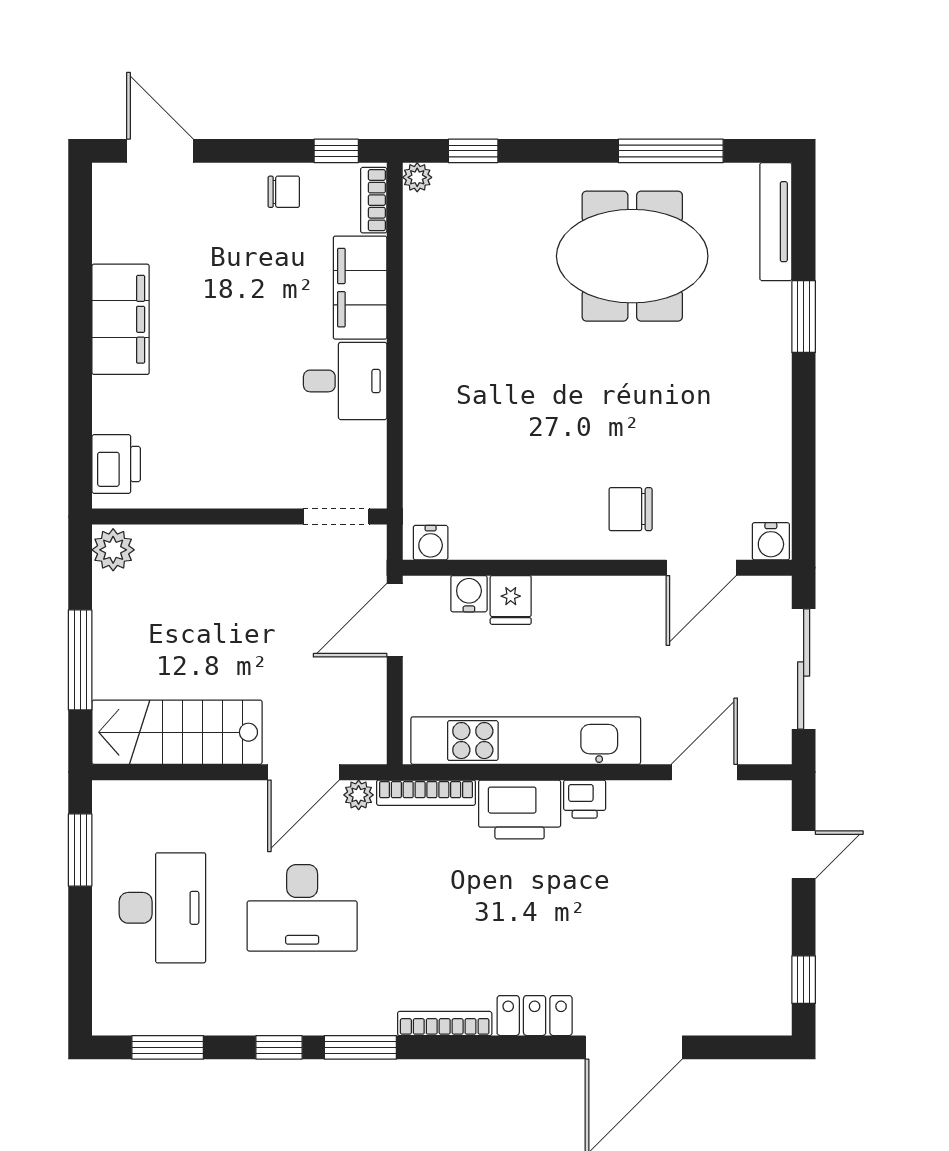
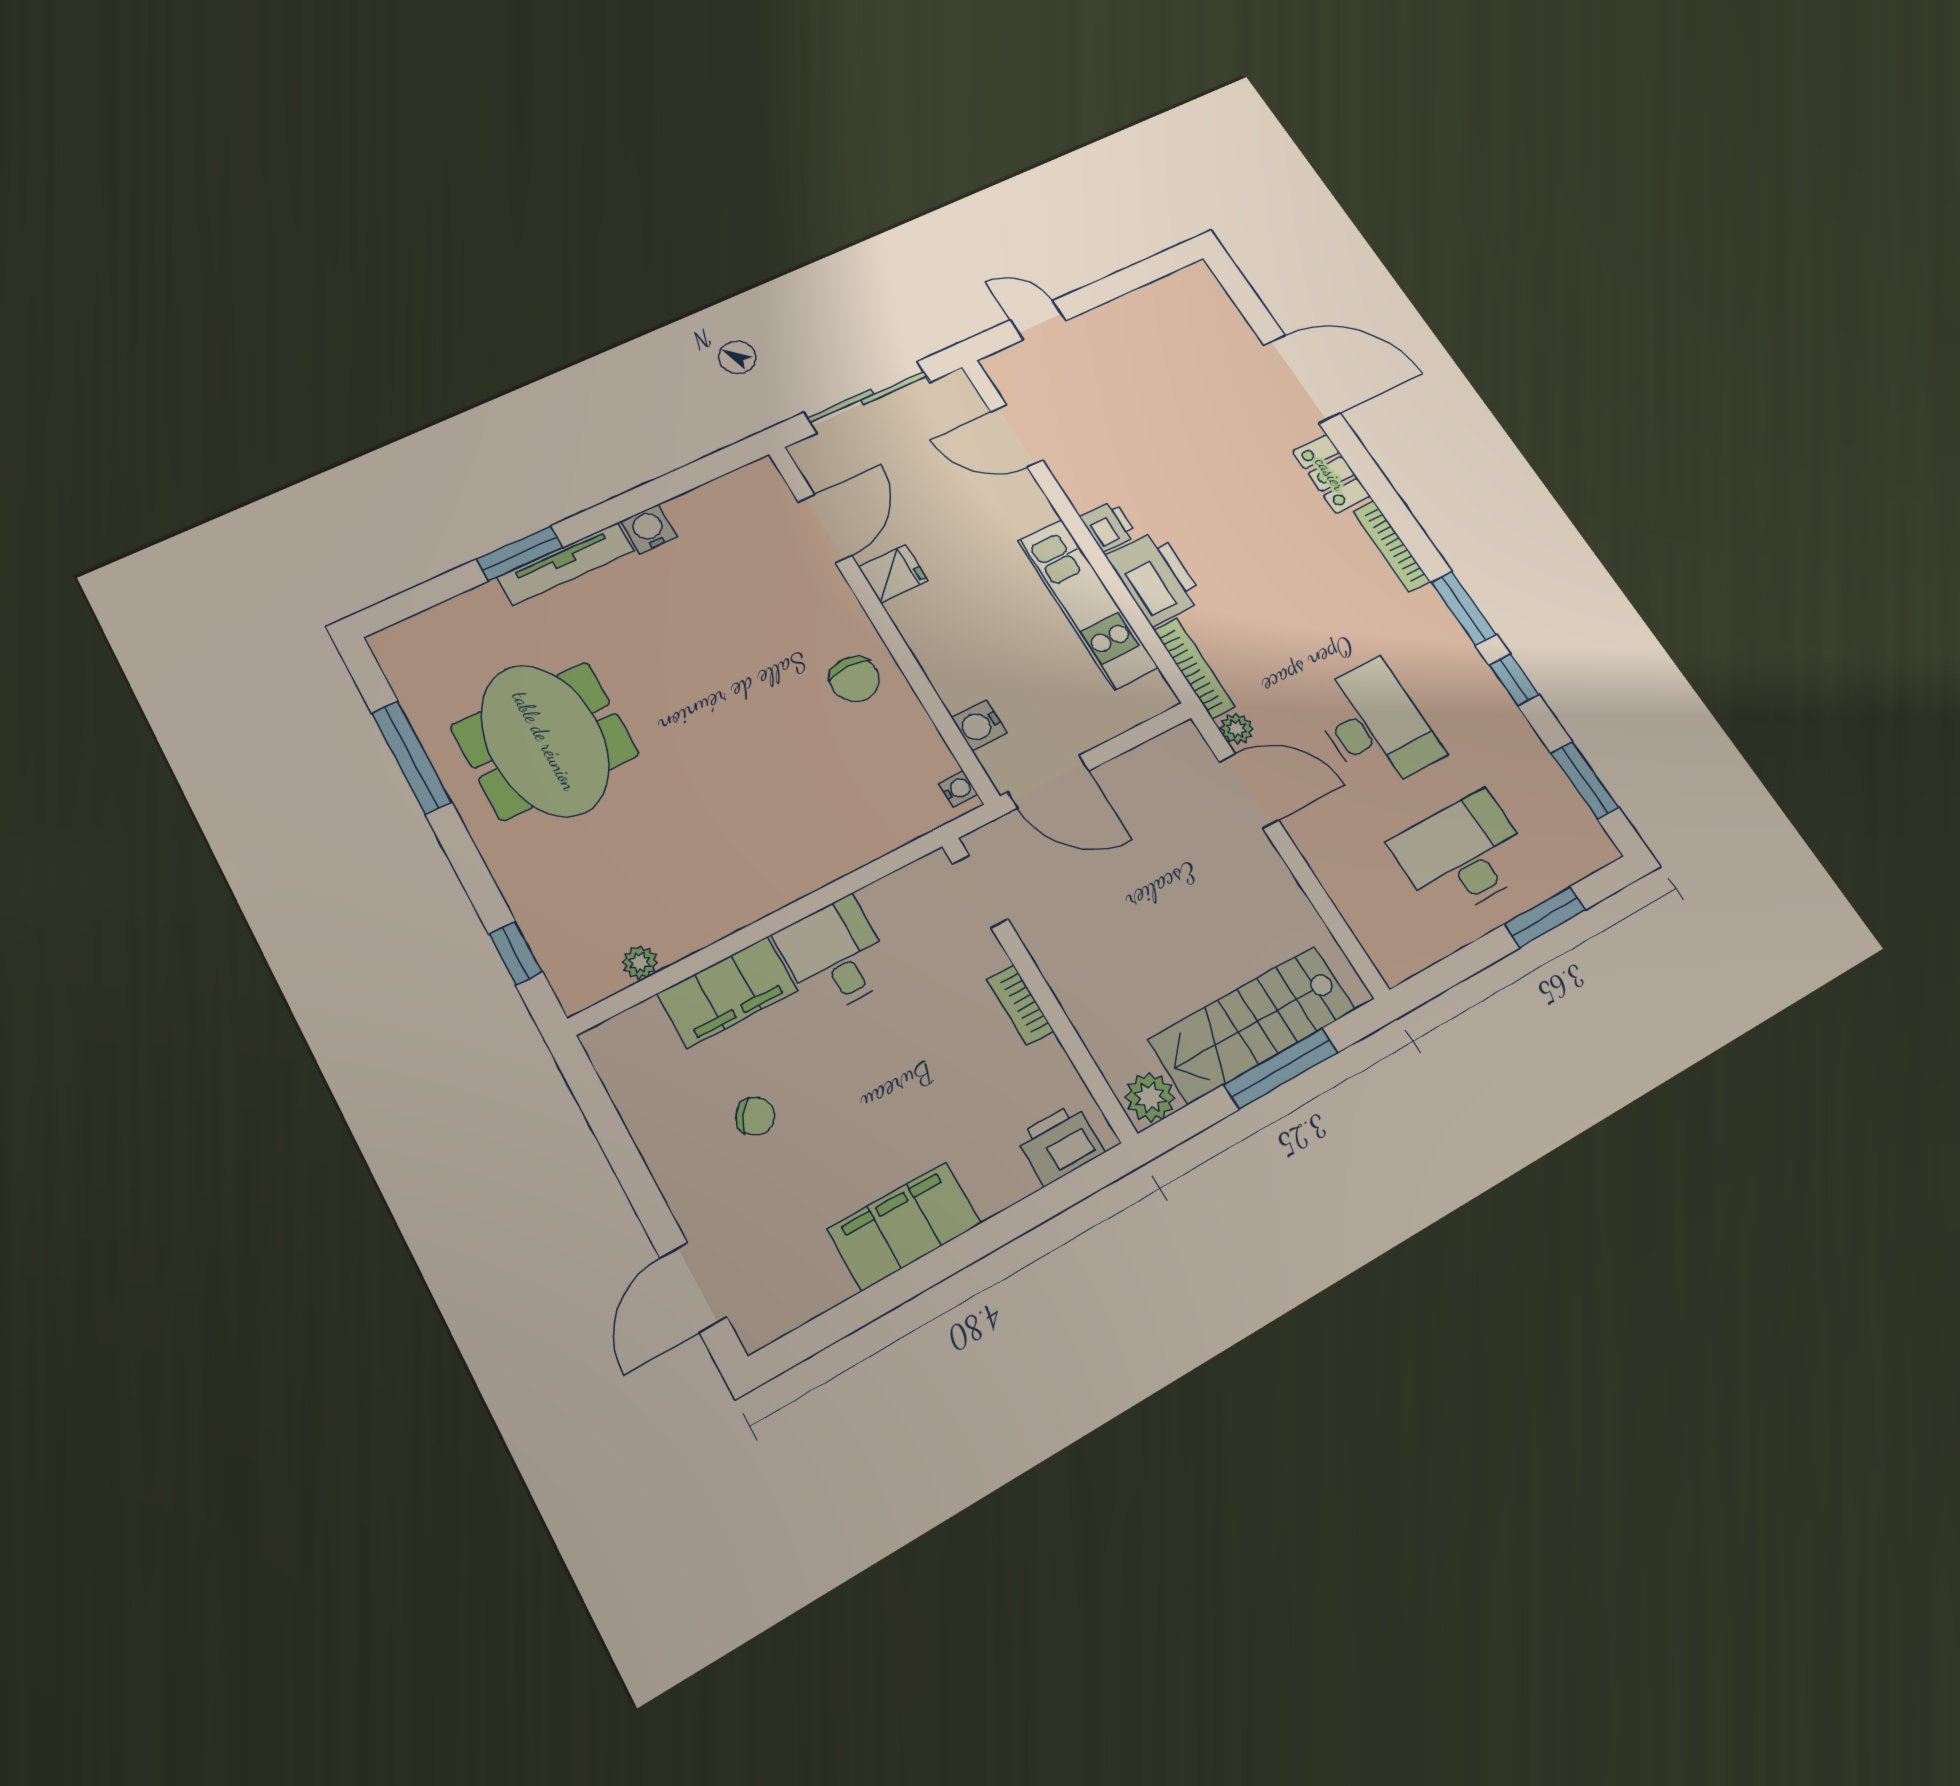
window: (336, 151) -> (591, 1095), removed
plant: (417, 177) -> (640, 962), moved
chair: (284, 192) -> (755, 1116), moved, turned 124
bookcase: (374, 200) -> (1020, 1005), moved, turned 90
tv unit: (776, 222) -> (566, 564), moved
chair: (631, 509) -> (854, 679), moved
water cooler: (771, 541) -> (649, 529), moved, turned -90
water cooler: (431, 543) -> (958, 789), width x0.72, depth x0.72
door: (701, 568) -> (825, 529), hinge flipped
fridge: (511, 600) -> (893, 574), moved
stairs: (177, 732) -> (1252, 1024), moved, turned 90
kitchen unit: (526, 741) -> (1088, 604), width x0.73
window: (80, 850) -> (1545, 917), moved
window: (804, 980) -> (1148, 271), removed

